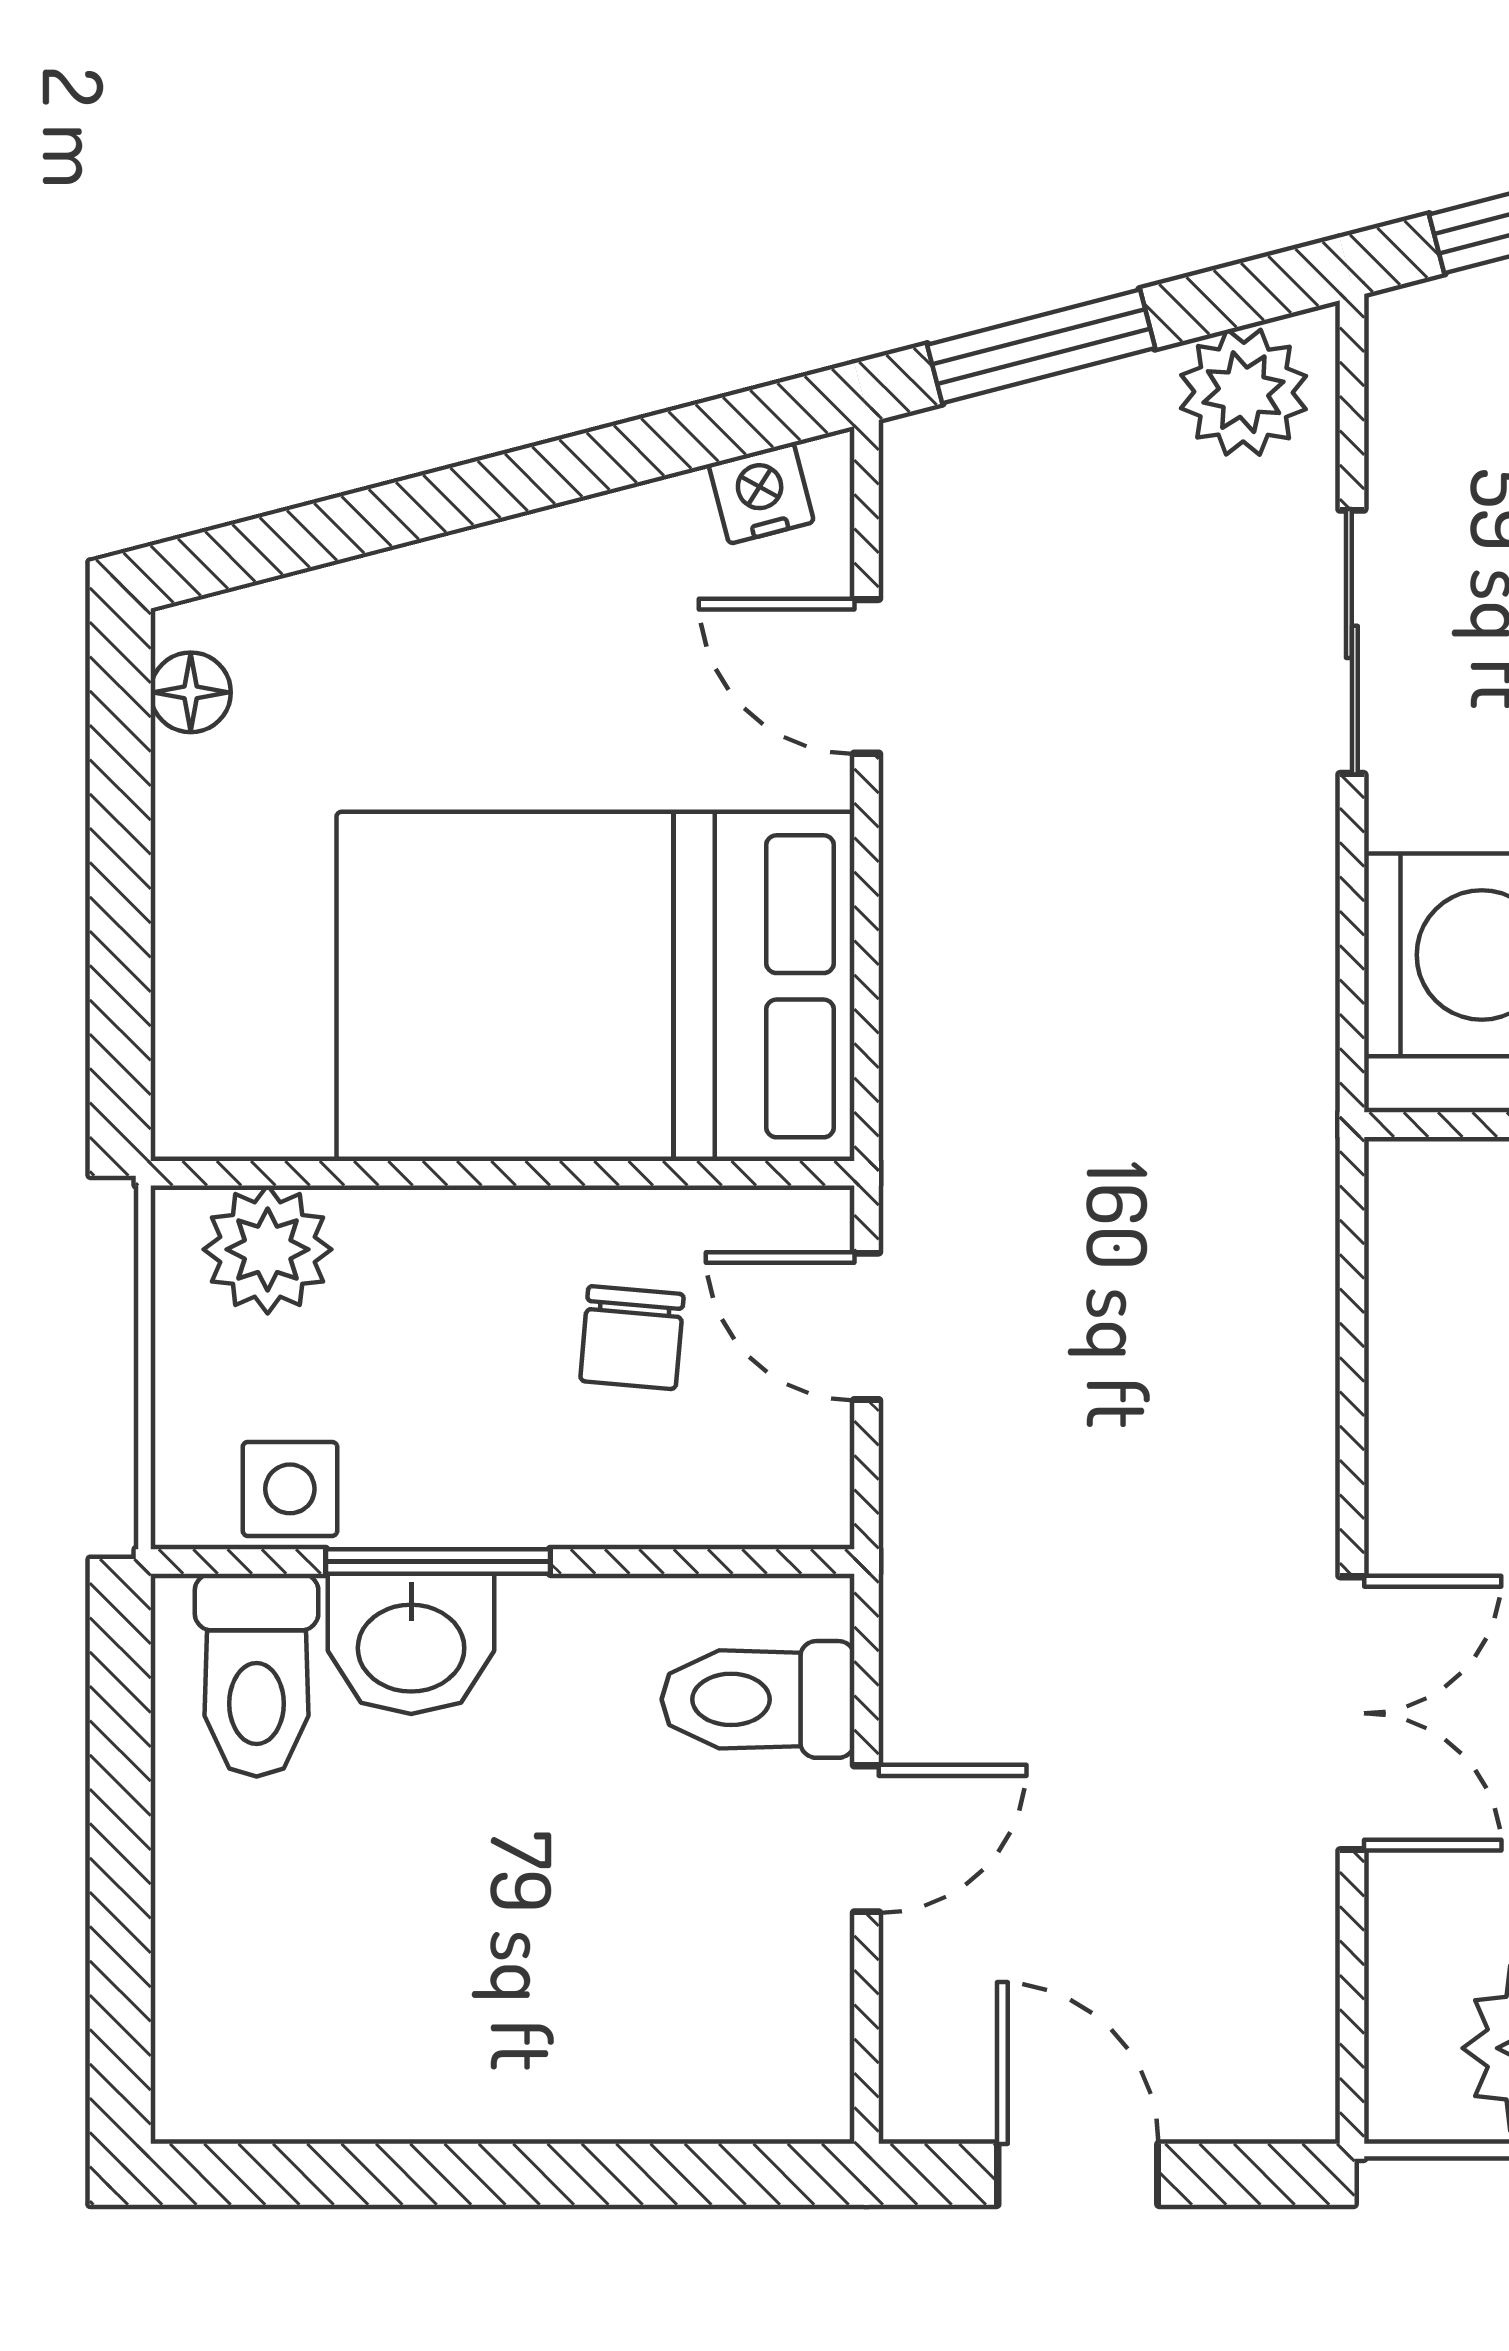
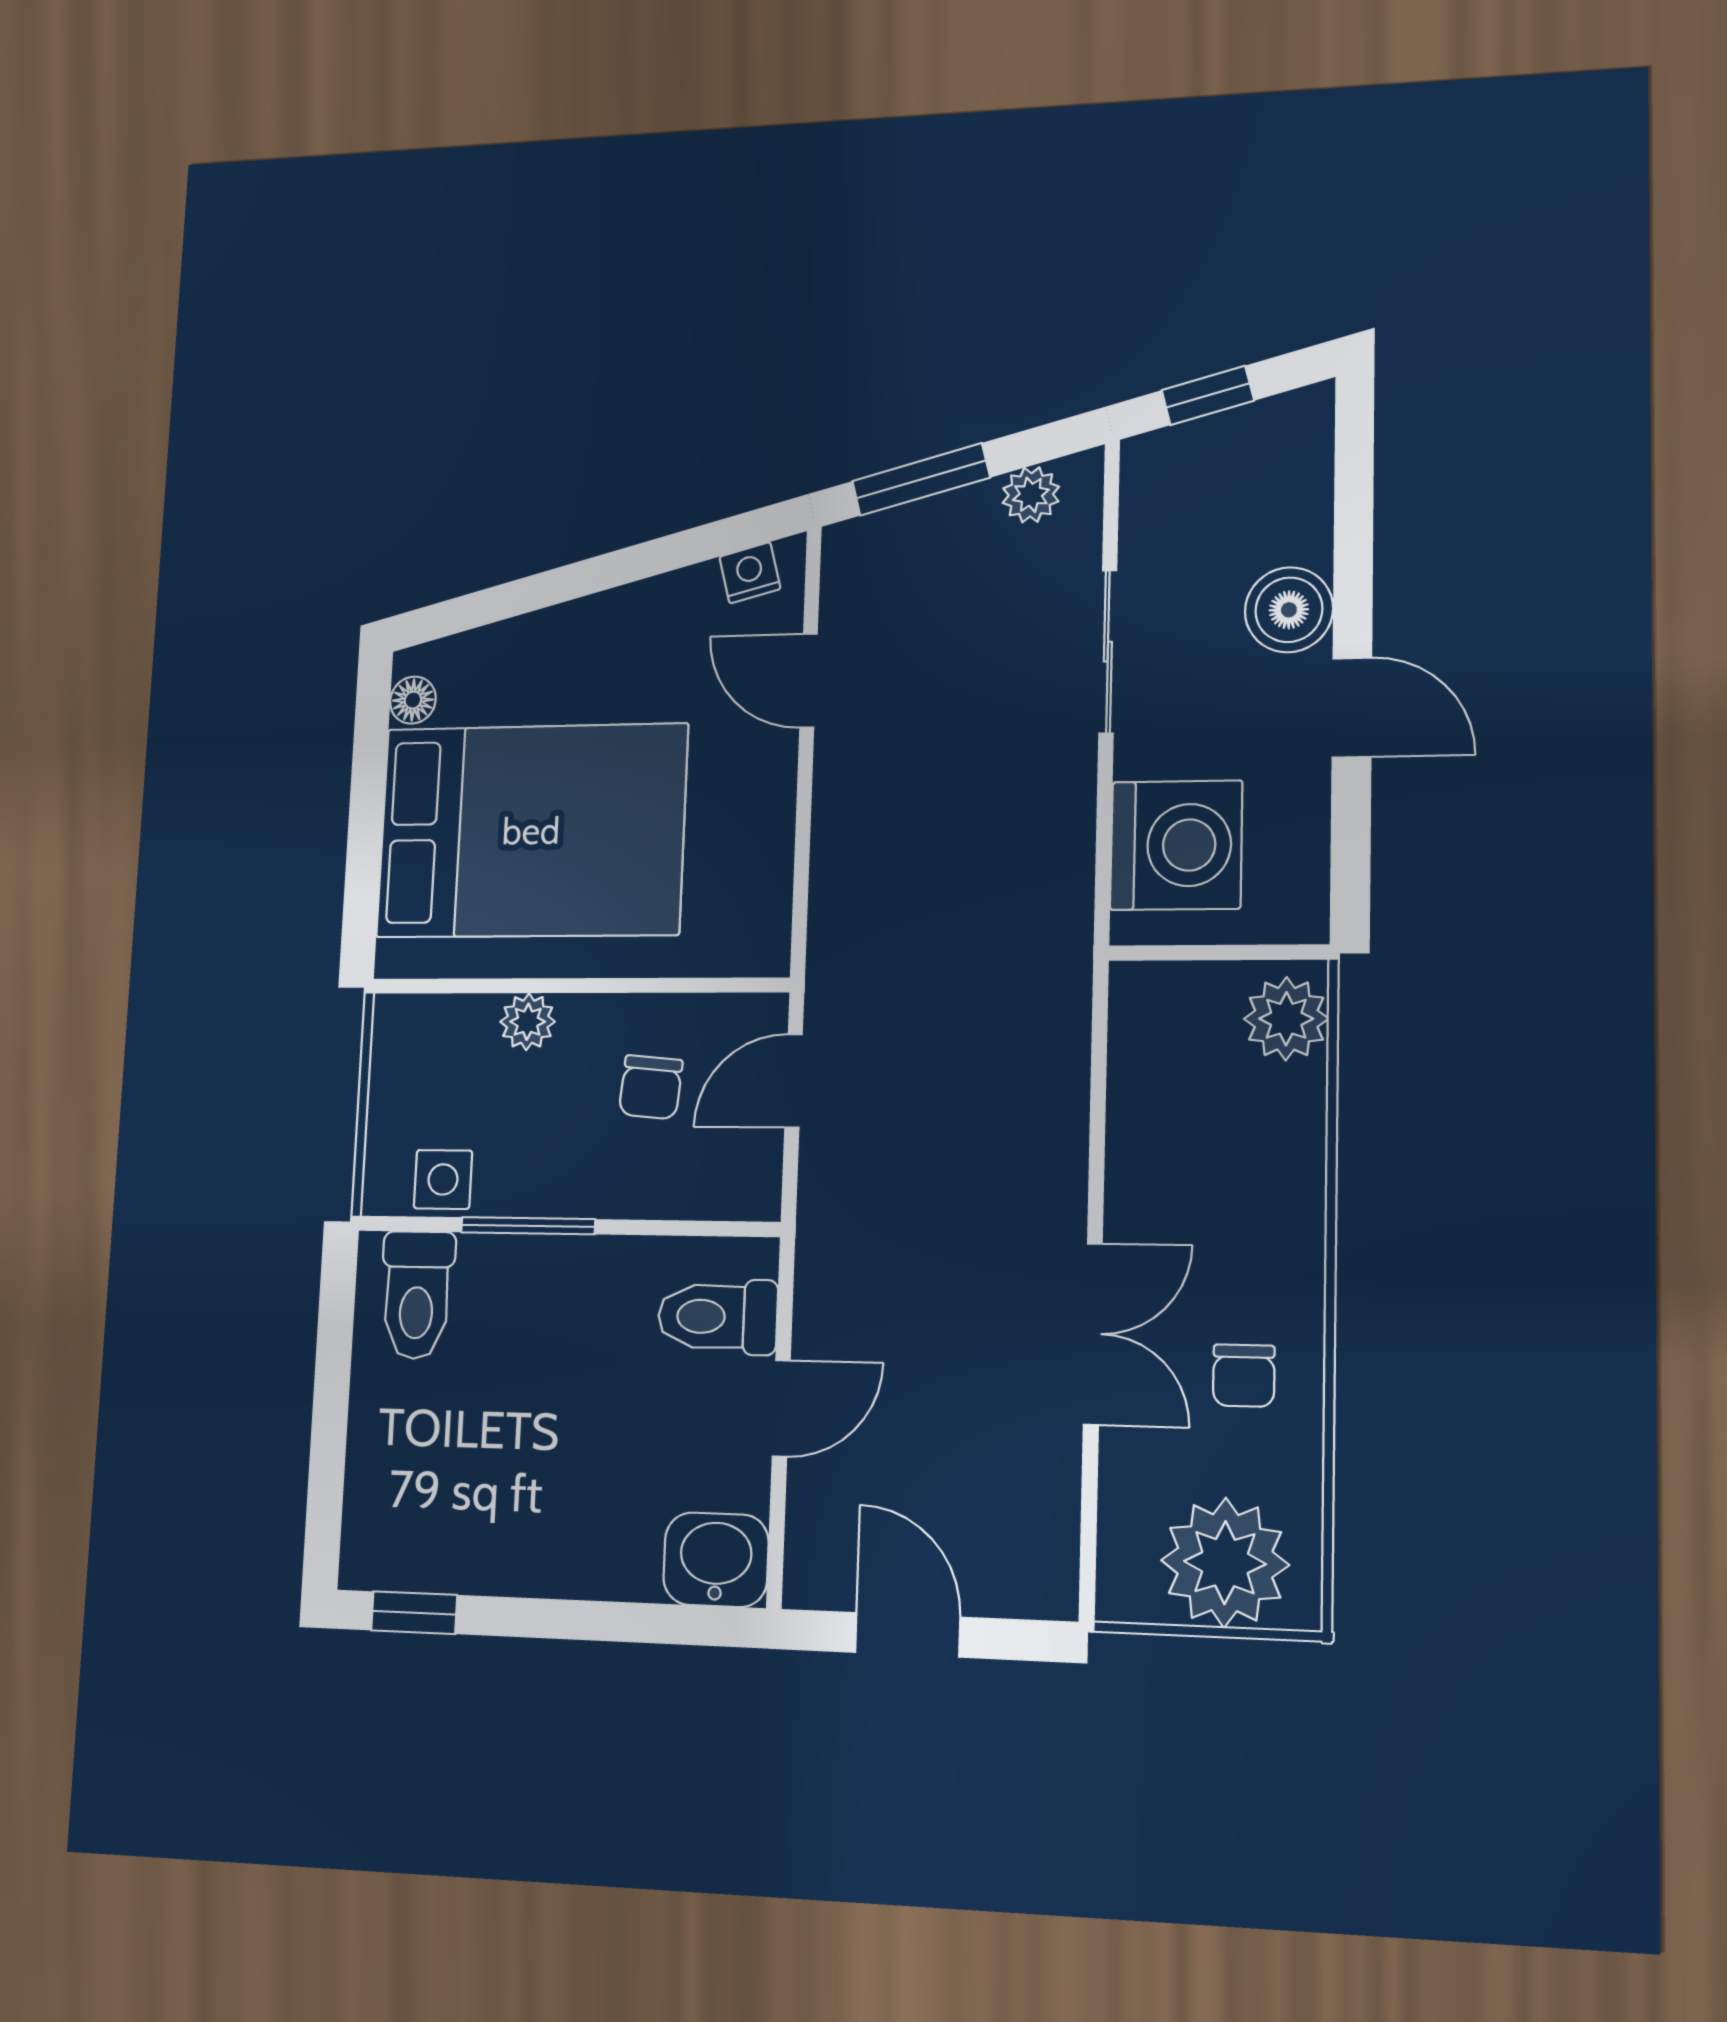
plant: (1243, 392) -> (1031, 495), width x0.73, depth x0.73
bed: (596, 986) -> (531, 831), moved, turned 180
plant: (268, 1249) -> (528, 1022), moved, width x0.73, depth x0.73
door: (867, 1326) -> (794, 1081), hinge flipped
washbasin: (411, 1644) -> (716, 1560), moved, turned 180
window: (282, 2174) -> (414, 1613), added

